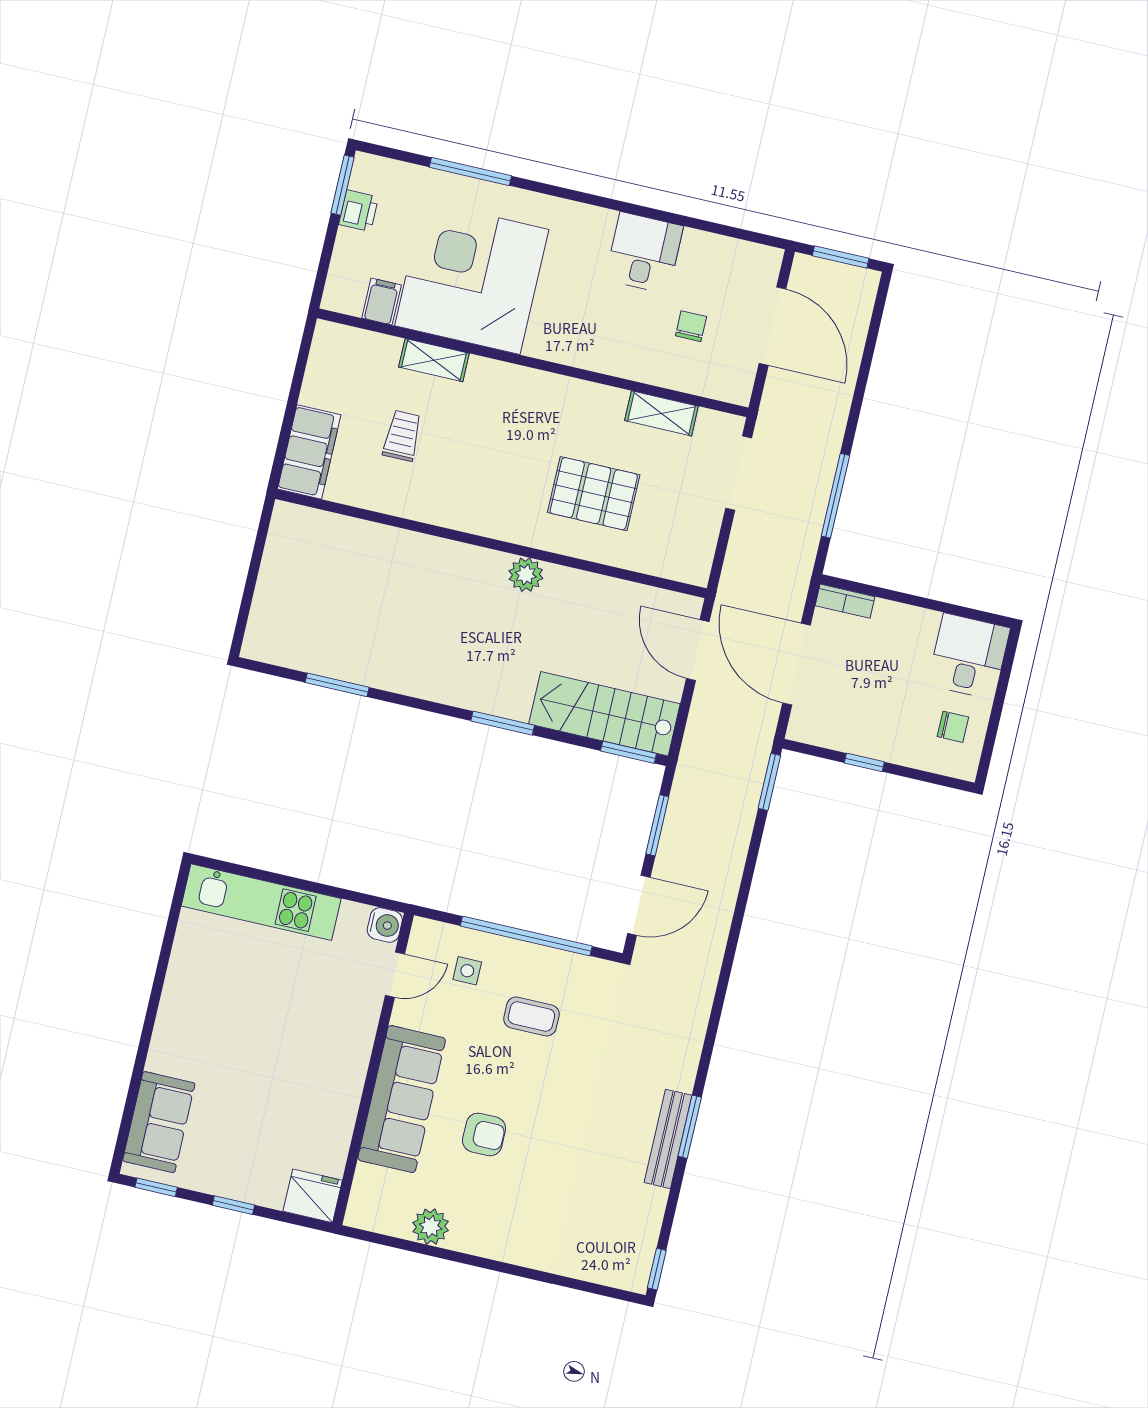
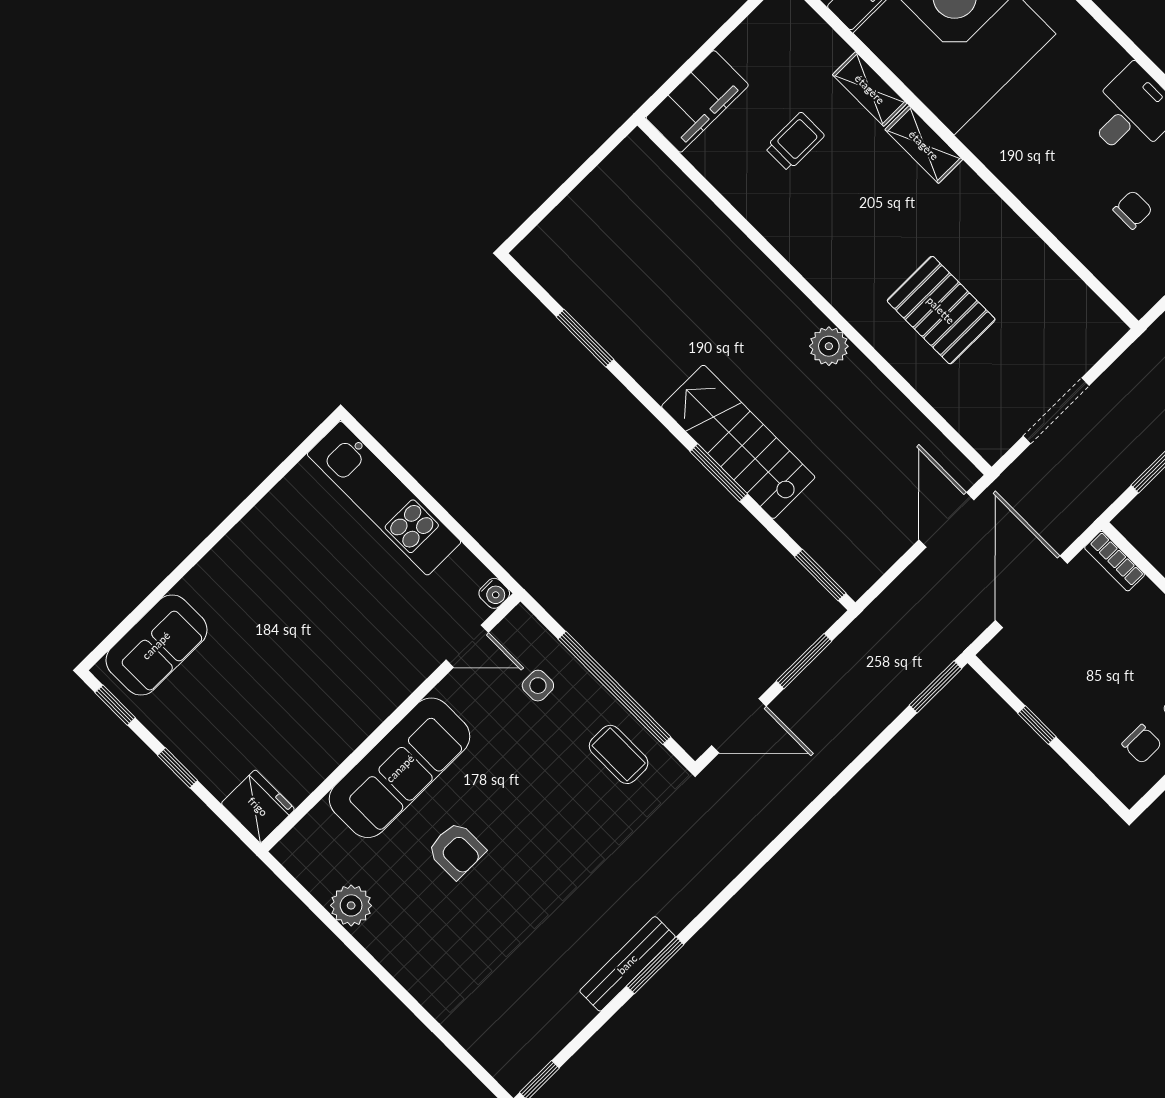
shelving: (661, 413) -> (924, 145), moved
doorway: (739, 473) -> (1056, 411), moved
stairs: (604, 714) -> (738, 442), moved
water cooler: (385, 925) -> (494, 593), width x0.72, depth x0.72
coffee table: (531, 1016) -> (619, 754), moved

